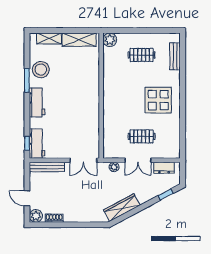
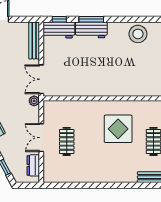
window: (27, 80) -> (91, 19), moved
display table: (158, 100) -> (118, 129), moved
workbench: (37, 103) -> (91, 30), moved
plant: (114, 167) -> (34, 101), moved

